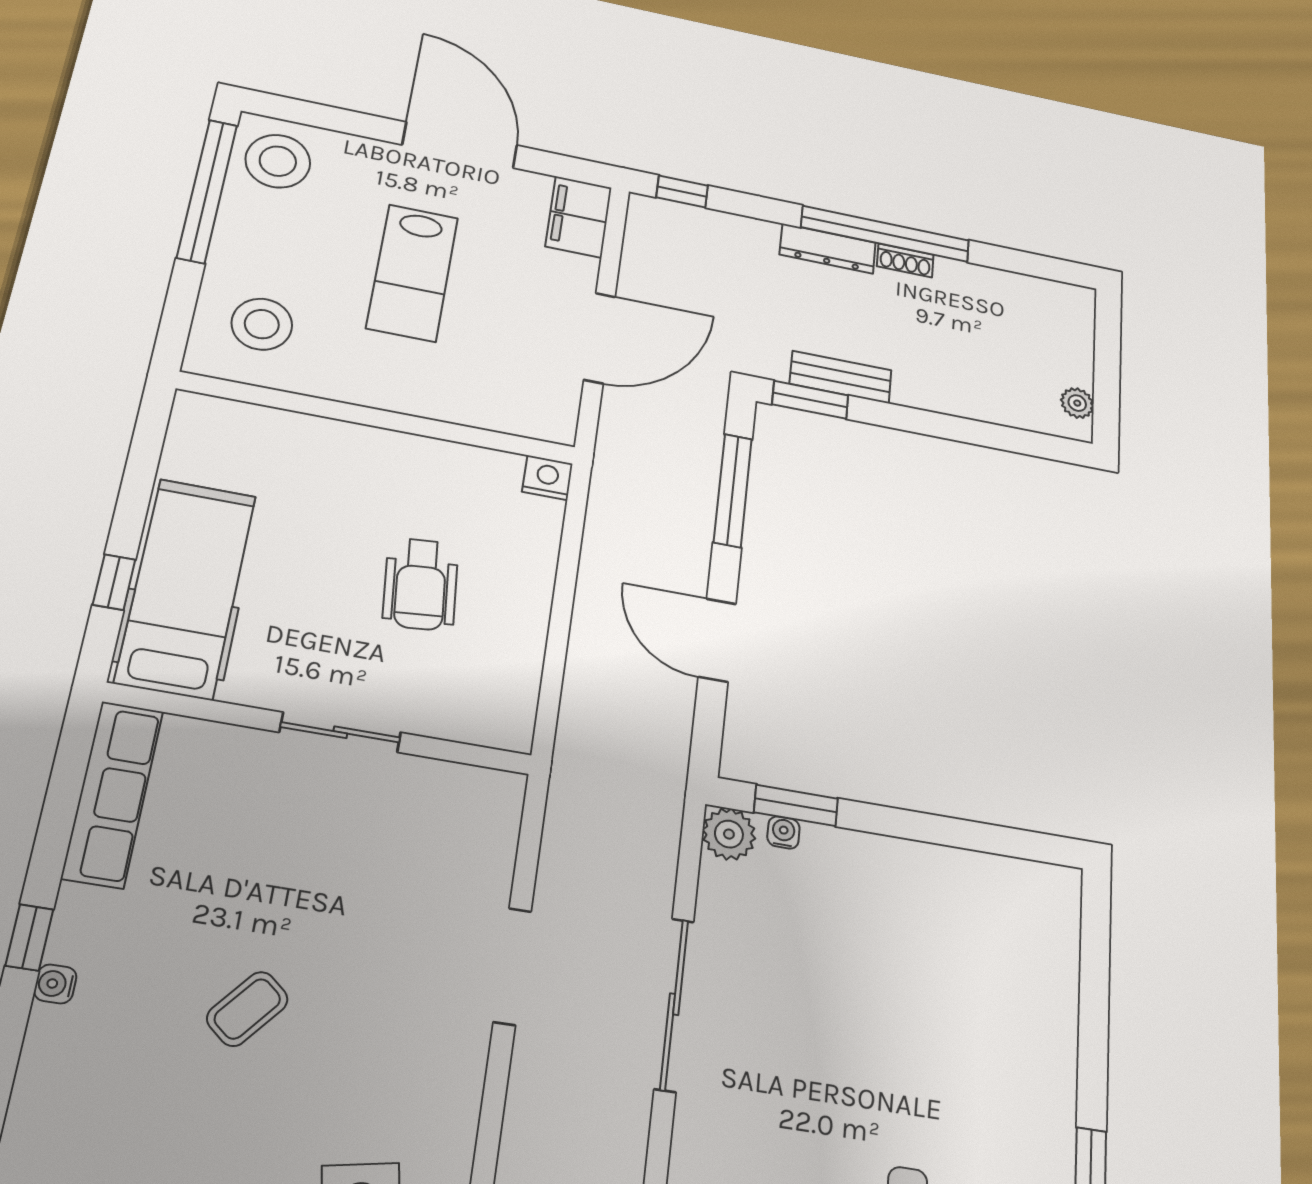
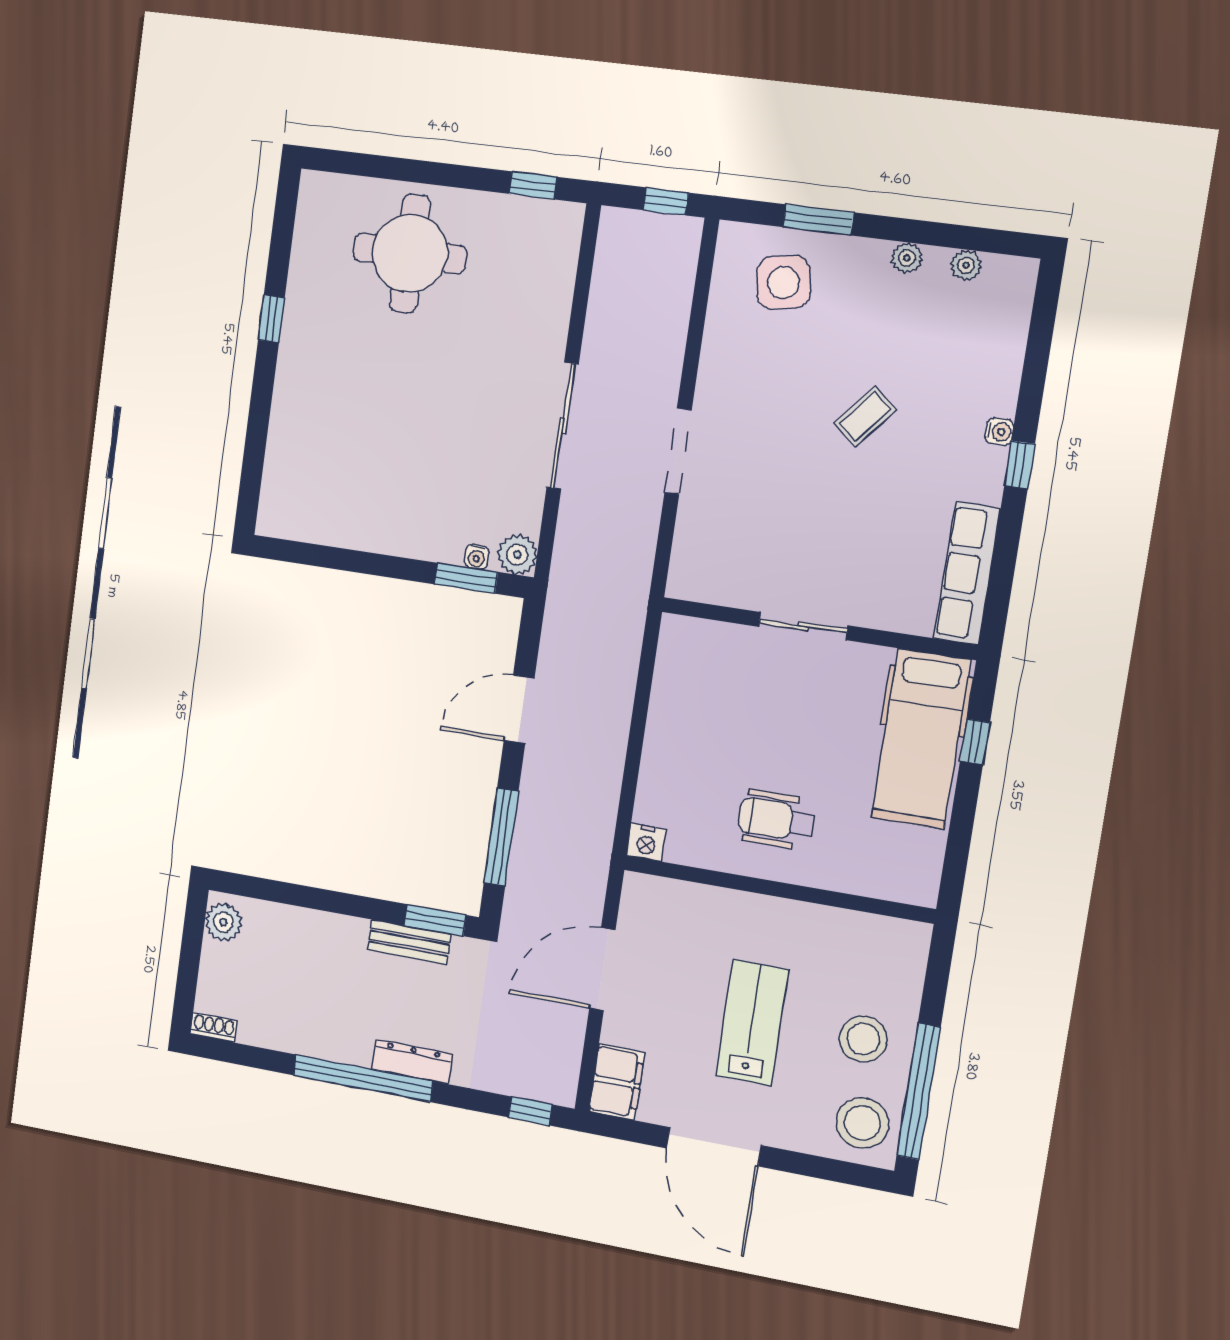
shoe rack: (905, 260) -> (214, 1027), moved
stool: (262, 324) -> (863, 1039), moved
plant: (1077, 403) -> (223, 922), width x1.38, depth x1.38
wheelchair: (421, 584) -> (776, 820), moved, turned -85
door: (717, 640) -> (519, 709), swing flipped

